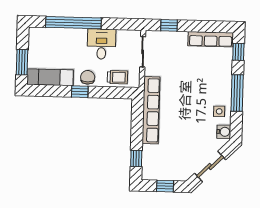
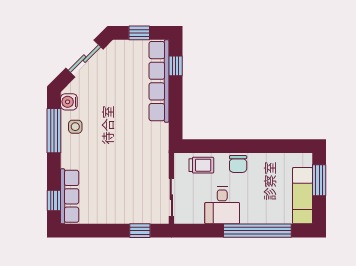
row of seats: (211, 39) -> (70, 196), moved, turned 90
exam couch: (50, 77) -> (303, 196), moved, turned 90
trolley: (117, 77) -> (201, 165), turned 180
window: (80, 92) -> (247, 146), removed
window: (237, 93) -> (54, 131), moved
row of seats: (151, 110) -> (159, 81), moved

